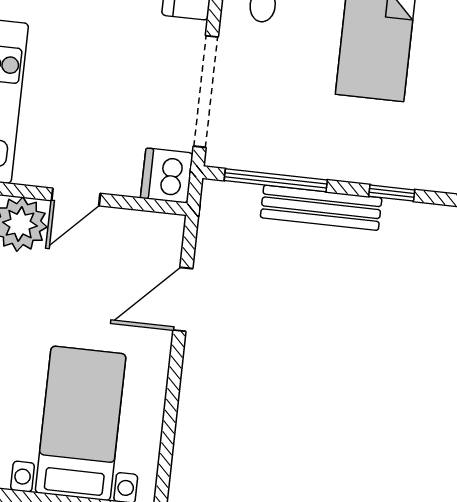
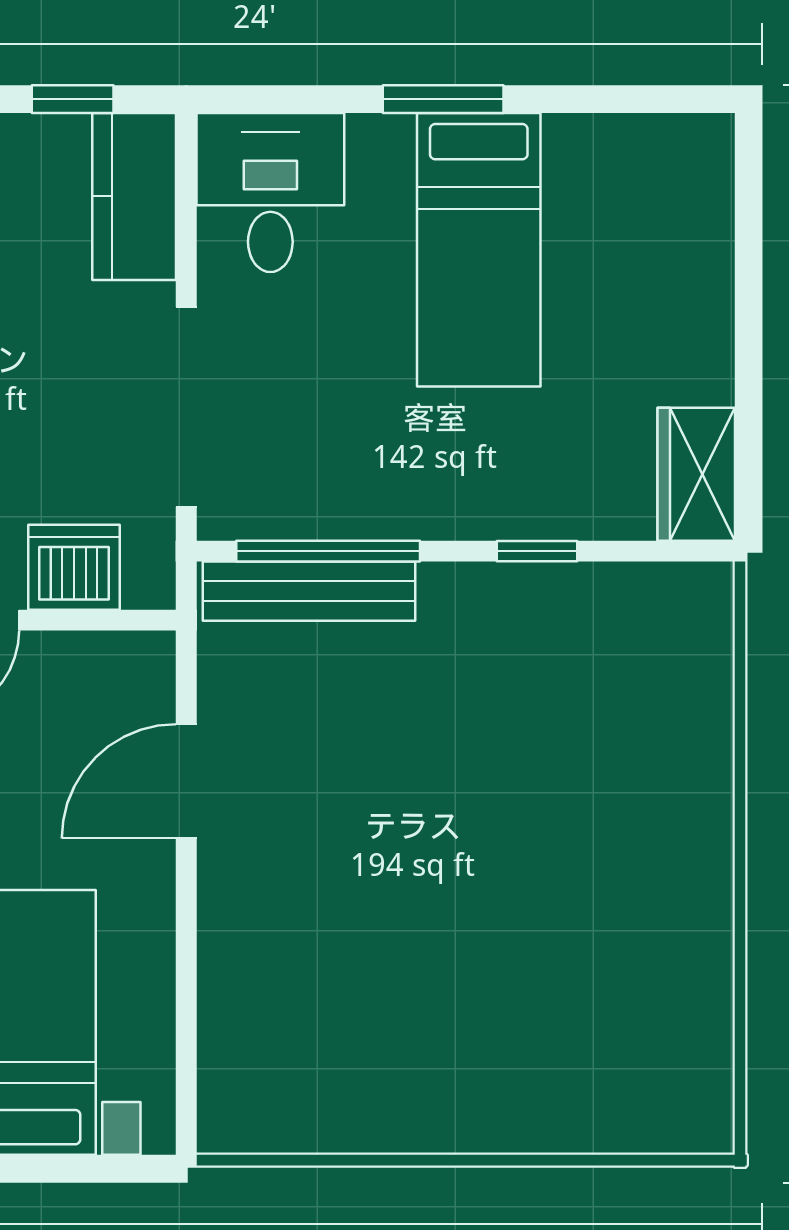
dishwasher: (167, 176) -> (74, 567), moved, turned 90
bench: (321, 208) -> (309, 591), moved

